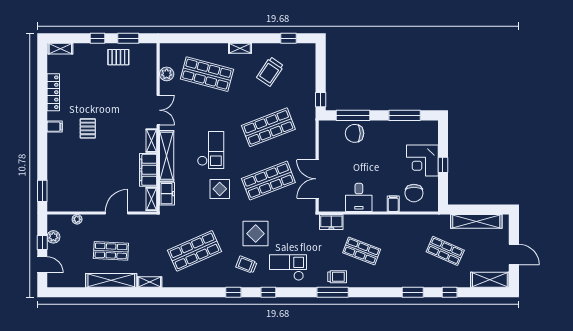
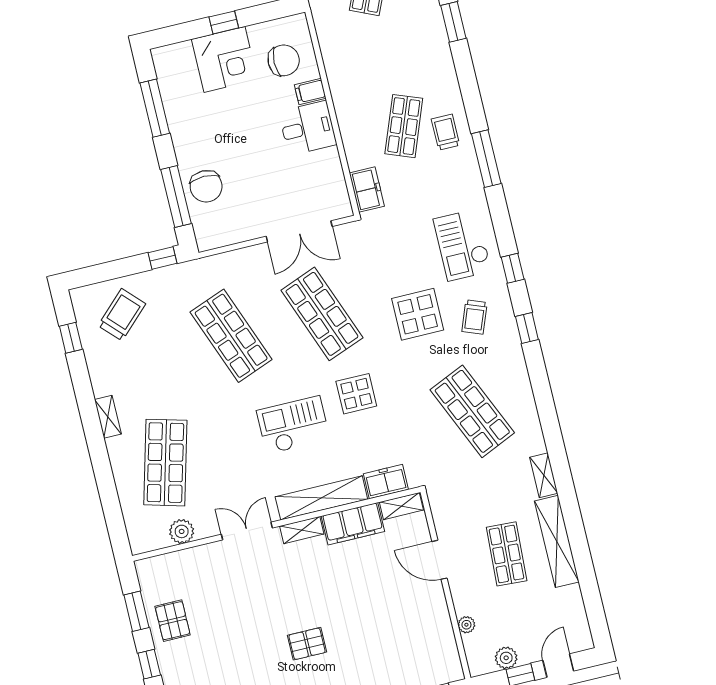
trolley: (270, 72) -> (122, 315), moved, turned -78
desk: (359, 197) -> (308, 128), moved
trolley: (337, 277) -> (445, 132), moved

